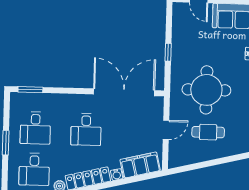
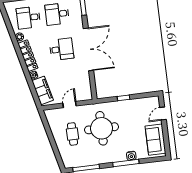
double door: (124, 92) -> (88, 49), moved
desk: (86, 129) -> (61, 49), turned 180
door: (166, 130) -> (70, 105), swing flipped

